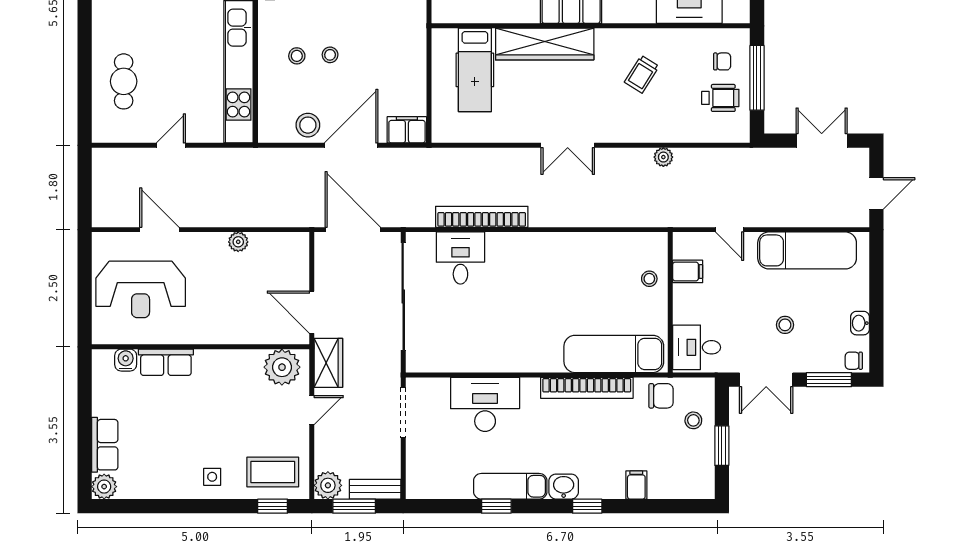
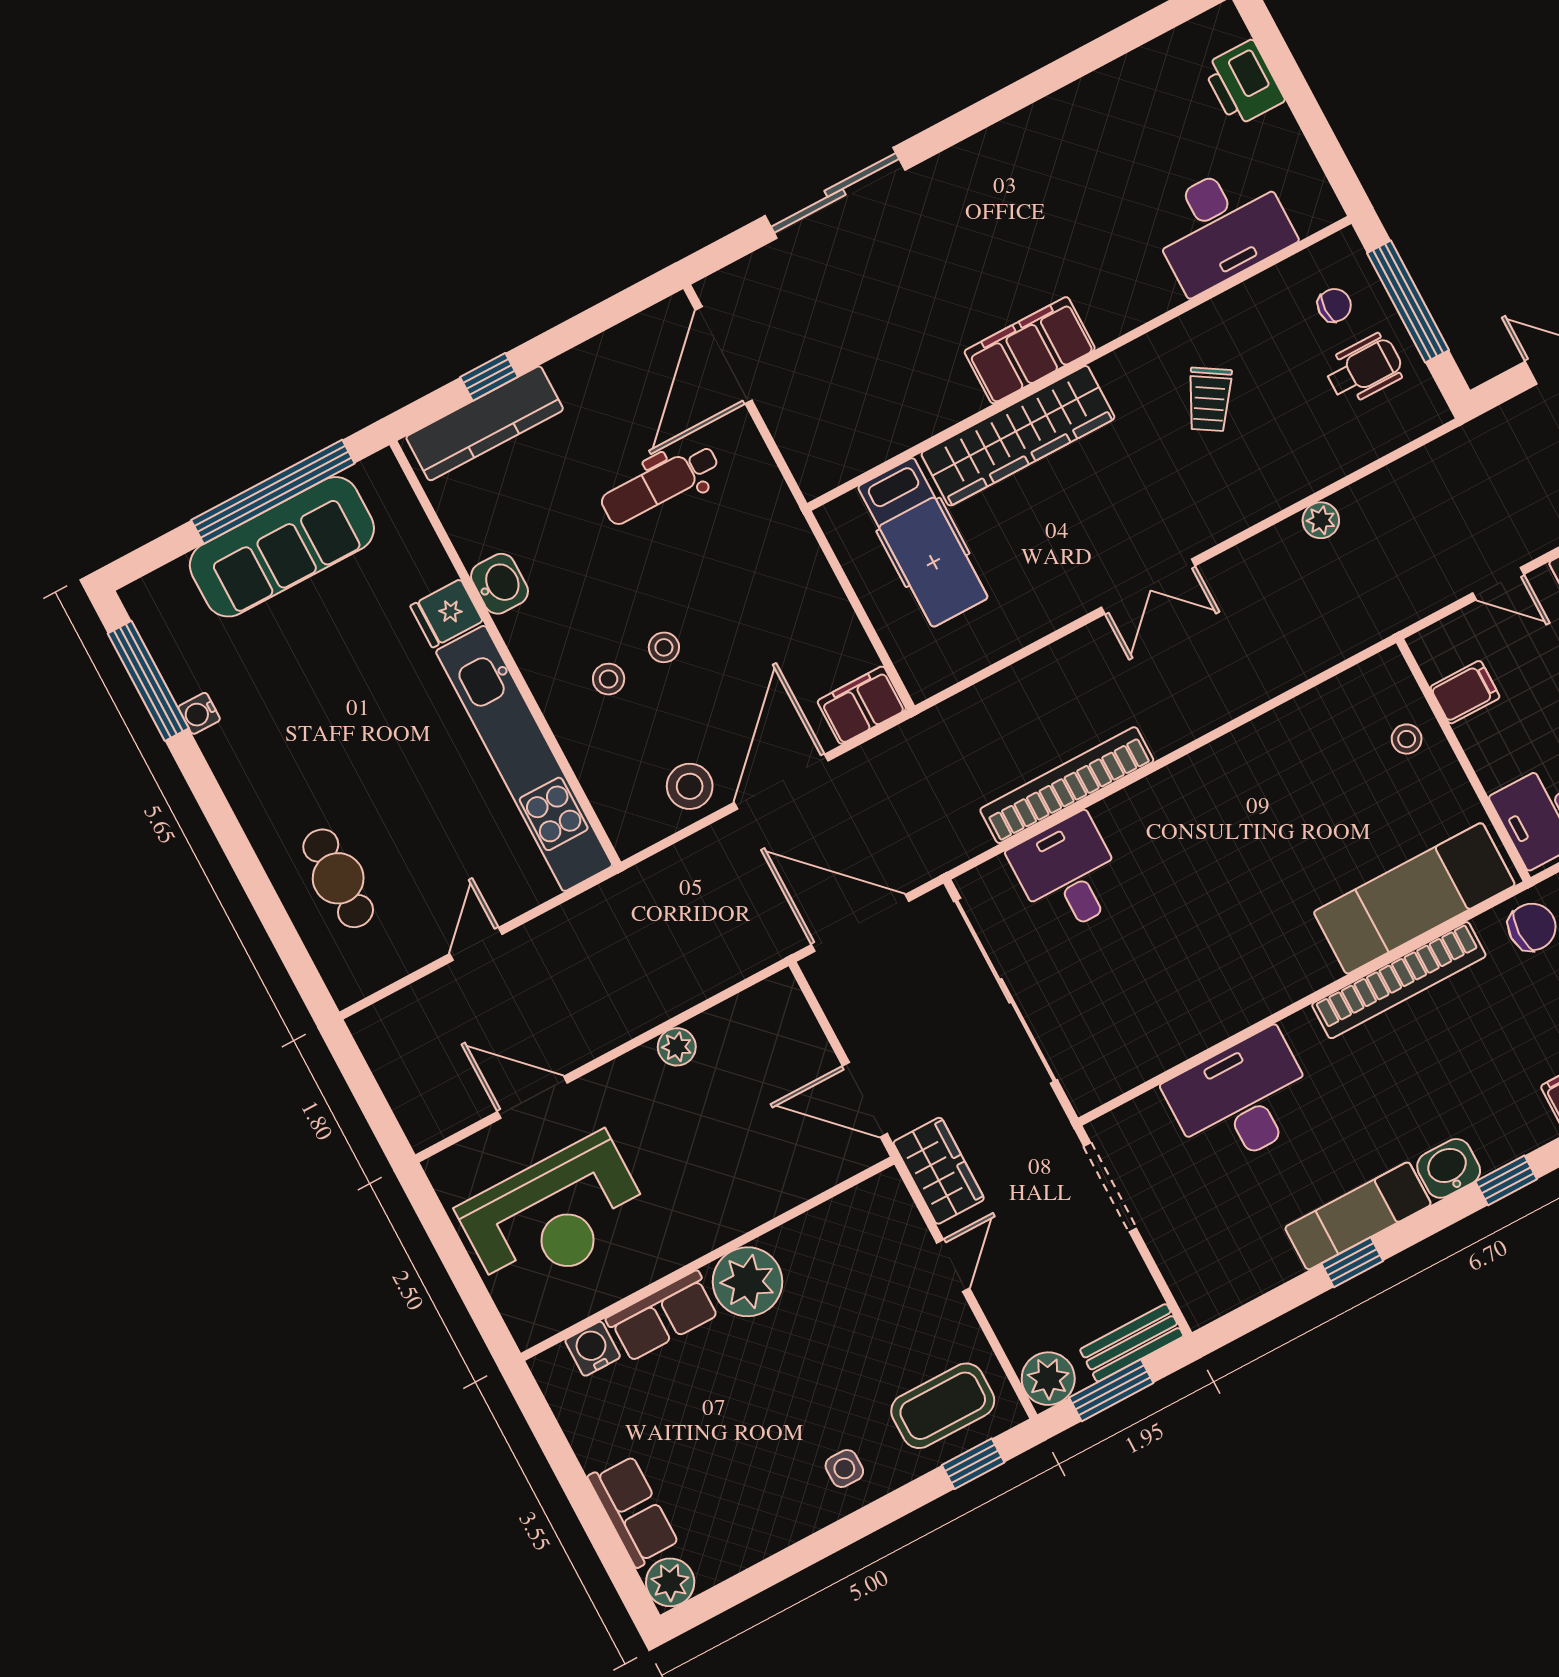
plant: (282, 367) -> (748, 1282), moved

